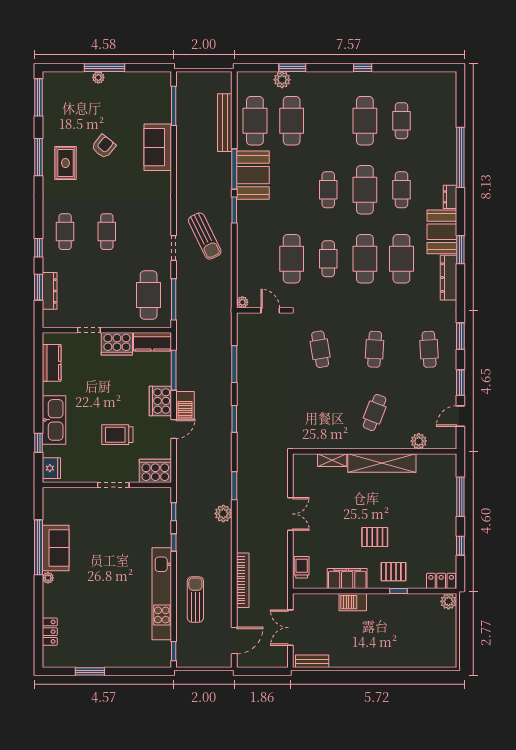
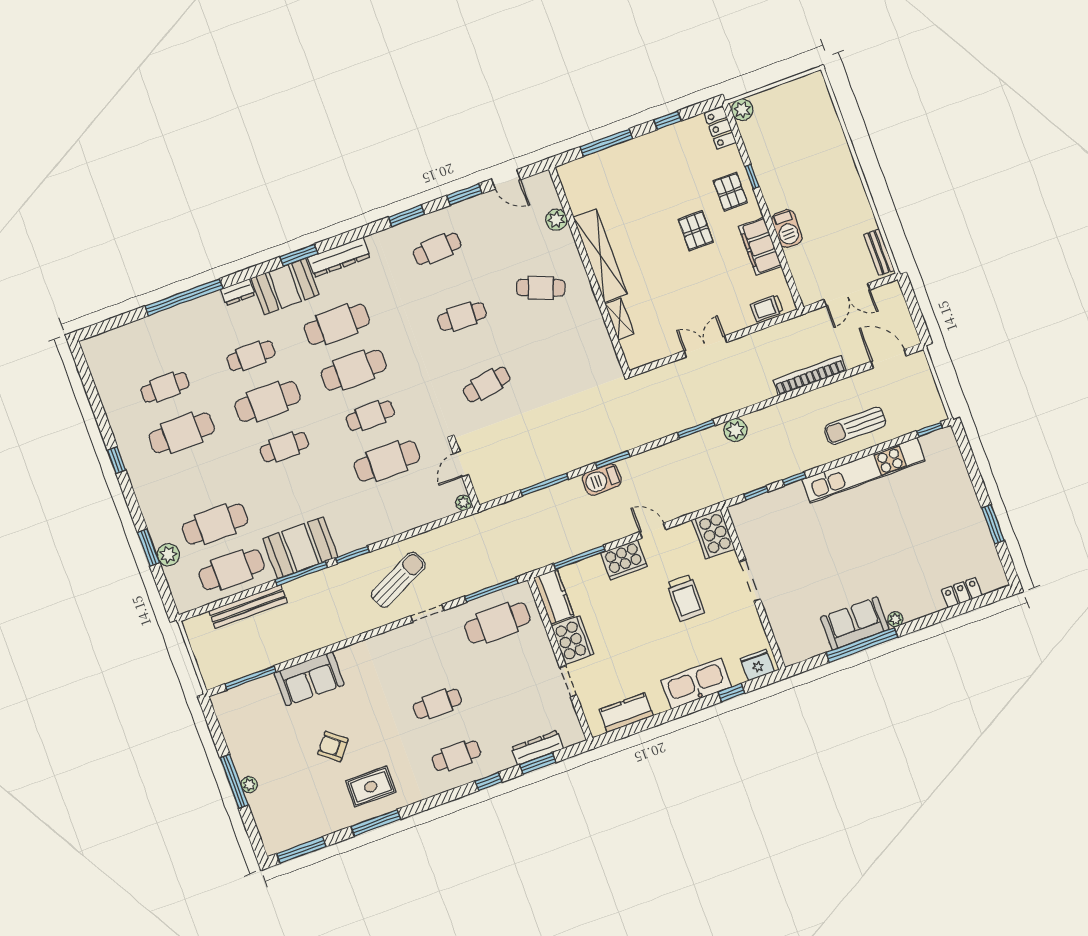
barbecue: (185, 405) -> (602, 480), moved, turned 180

